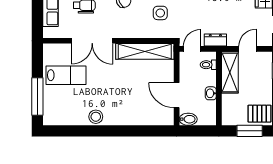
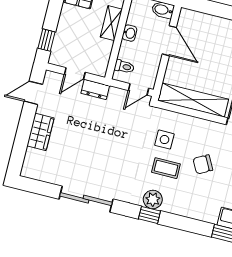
dresser: (215, 40) -> (95, 89), moved
shelving: (230, 72) -> (111, 23), moved, width x0.67, depth x0.75

